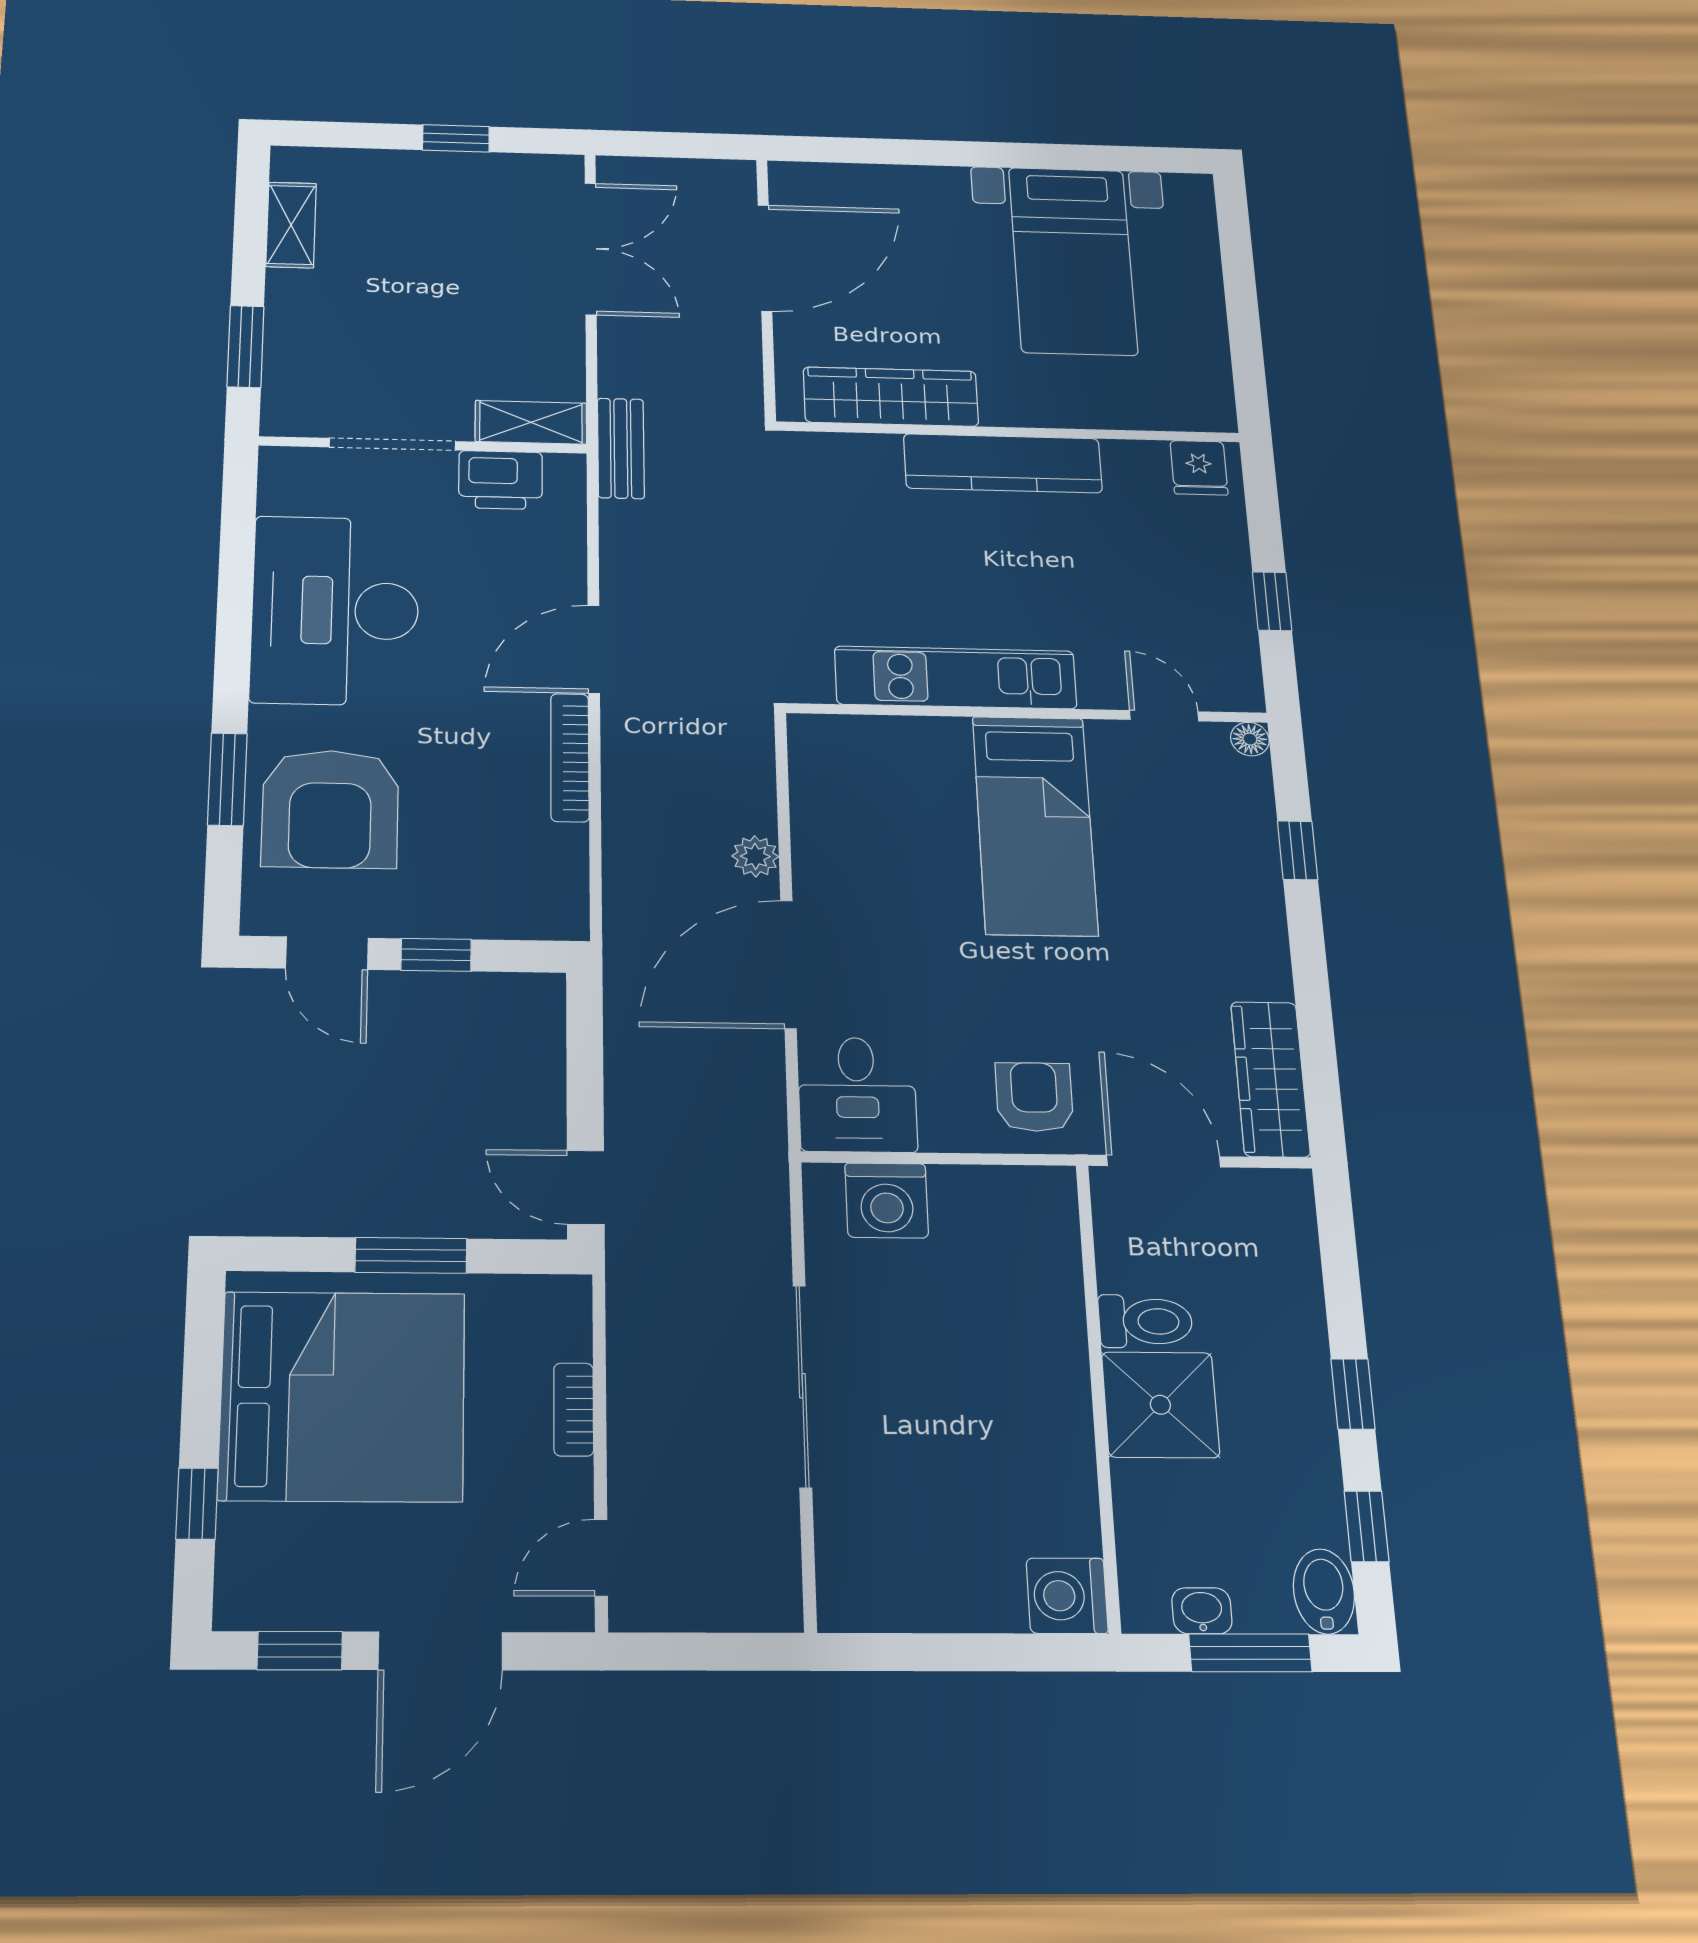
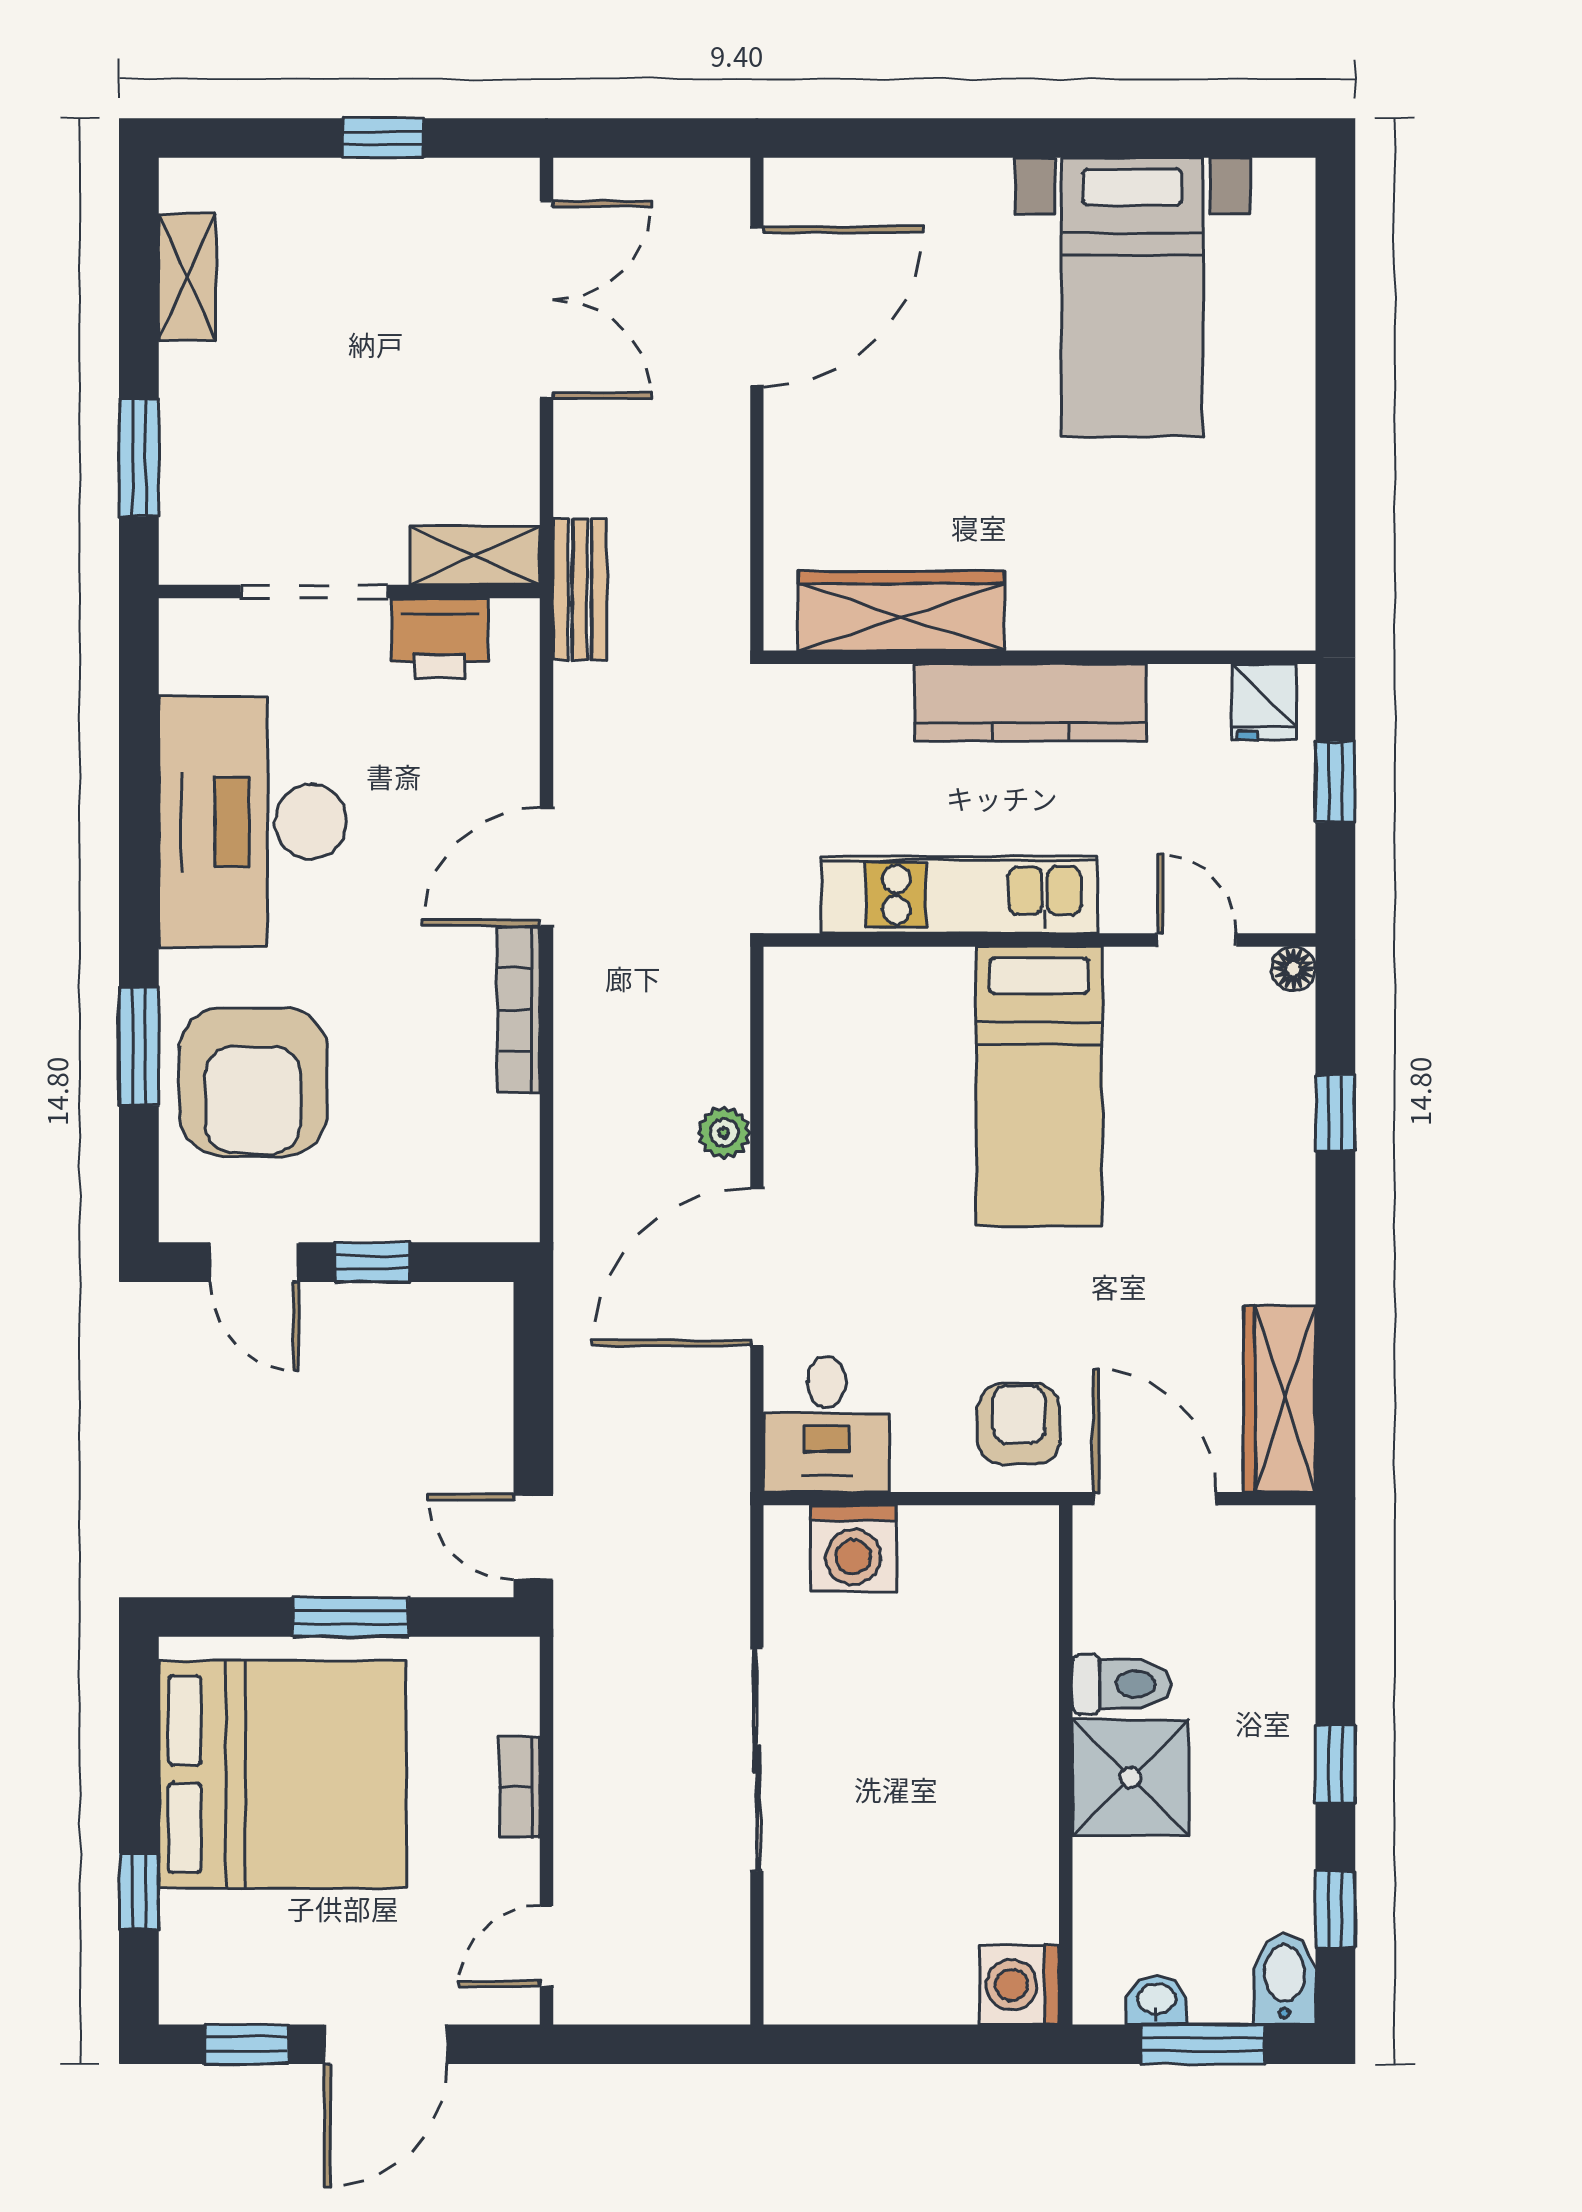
wardrobe: (891, 397) -> (901, 611), moved
wall: (1009, 432) -> (1039, 657), moved
kitchen counter: (1003, 463) -> (1030, 703), moved
fridge: (1199, 468) -> (1264, 702), moved

